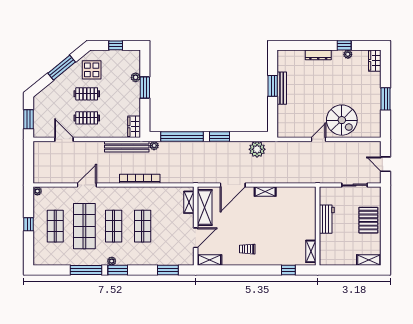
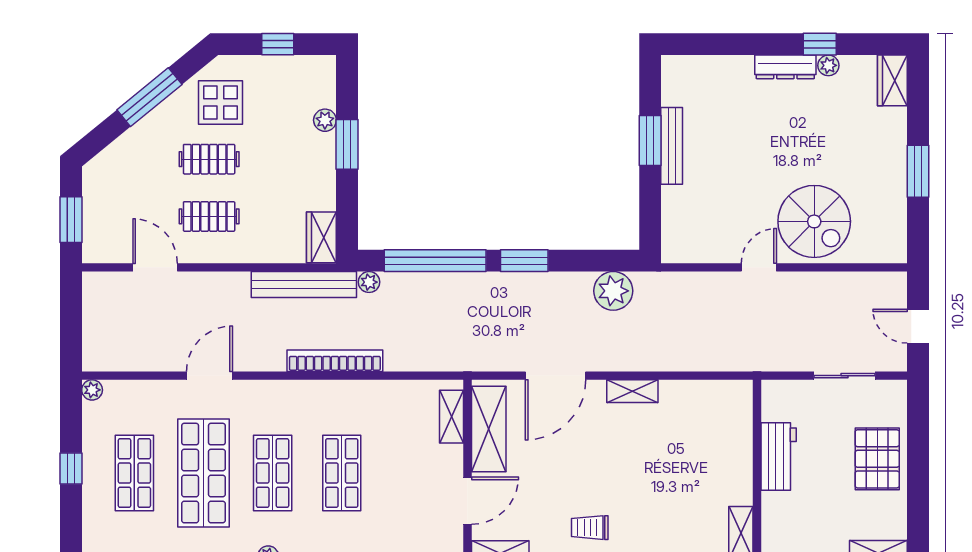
dresser: (318, 55) -> (785, 67), moved

